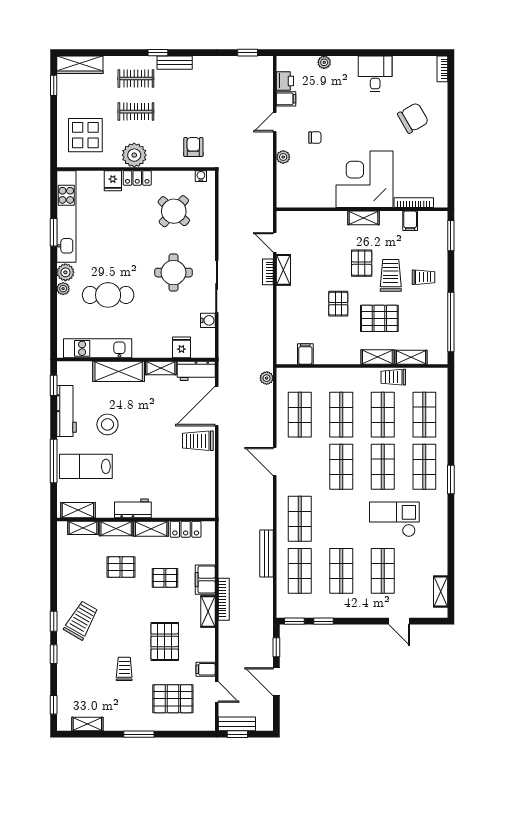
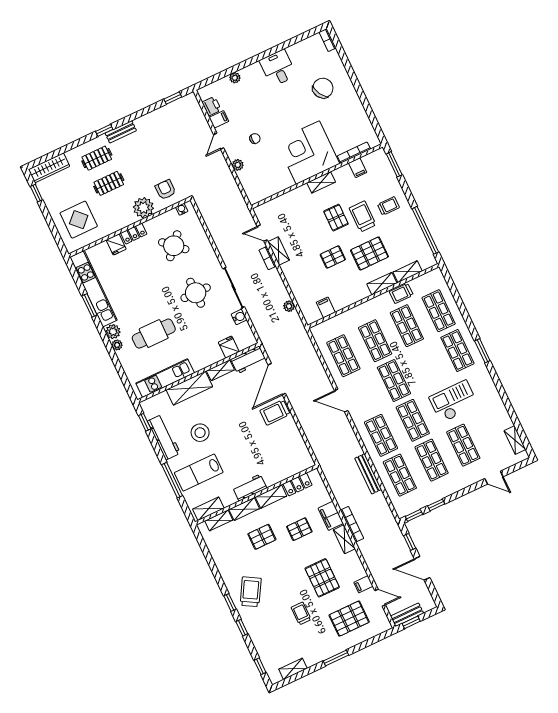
plant: (134, 155) -> (143, 208), moved
pallet: (338, 304) -> (333, 257), turned 90
plant: (267, 378) -> (289, 306), moved
shop shelf: (383, 467) -> (413, 420), moved

